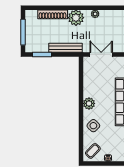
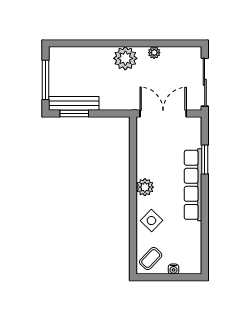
shoe rack: (53, 14) -> (90, 53), removed
bench: (66, 48) -> (74, 103), moved
double door: (101, 54) -> (163, 114), width x1.37

